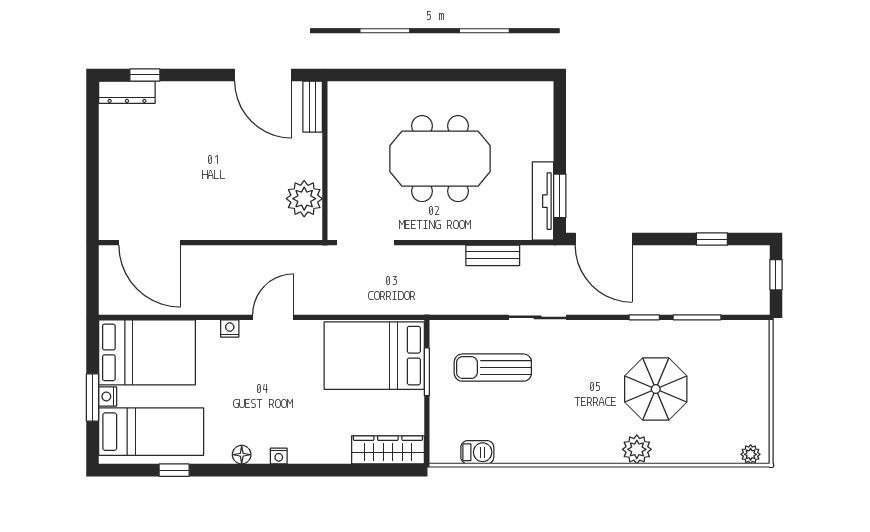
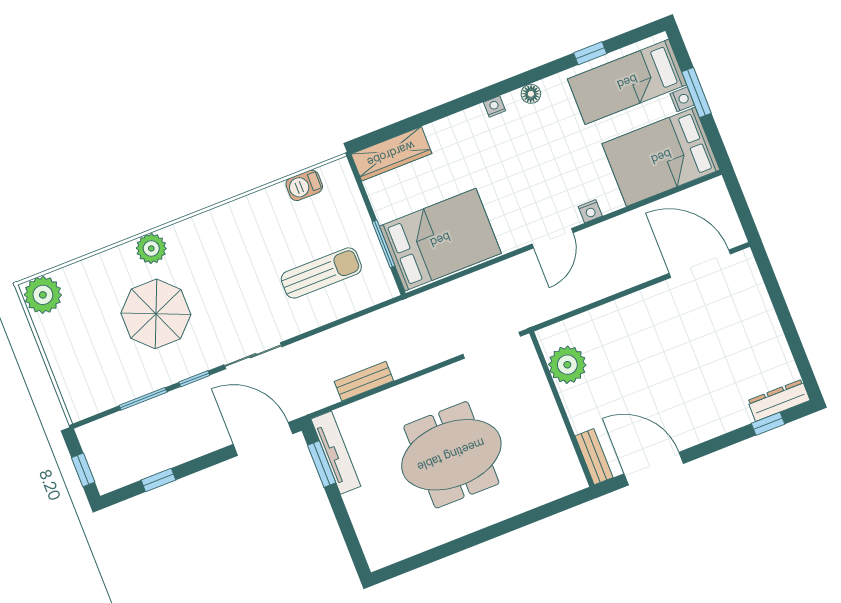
sliding door: (538, 317) -> (253, 356), moved
plant: (751, 454) -> (43, 295), width x1.87, depth x1.87

